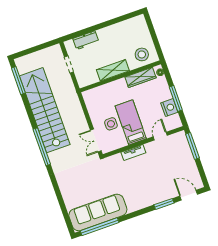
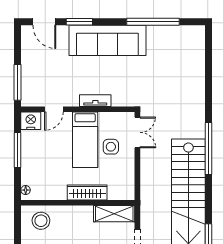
shelving: (113, 70) -> (114, 214), moved
wardrobe: (140, 77) -> (87, 192), moved
nightstand: (169, 108) -> (31, 121), moved, turned 90
sofa: (98, 212) -> (107, 40), moved
window: (100, 227) -> (153, 22), moved

